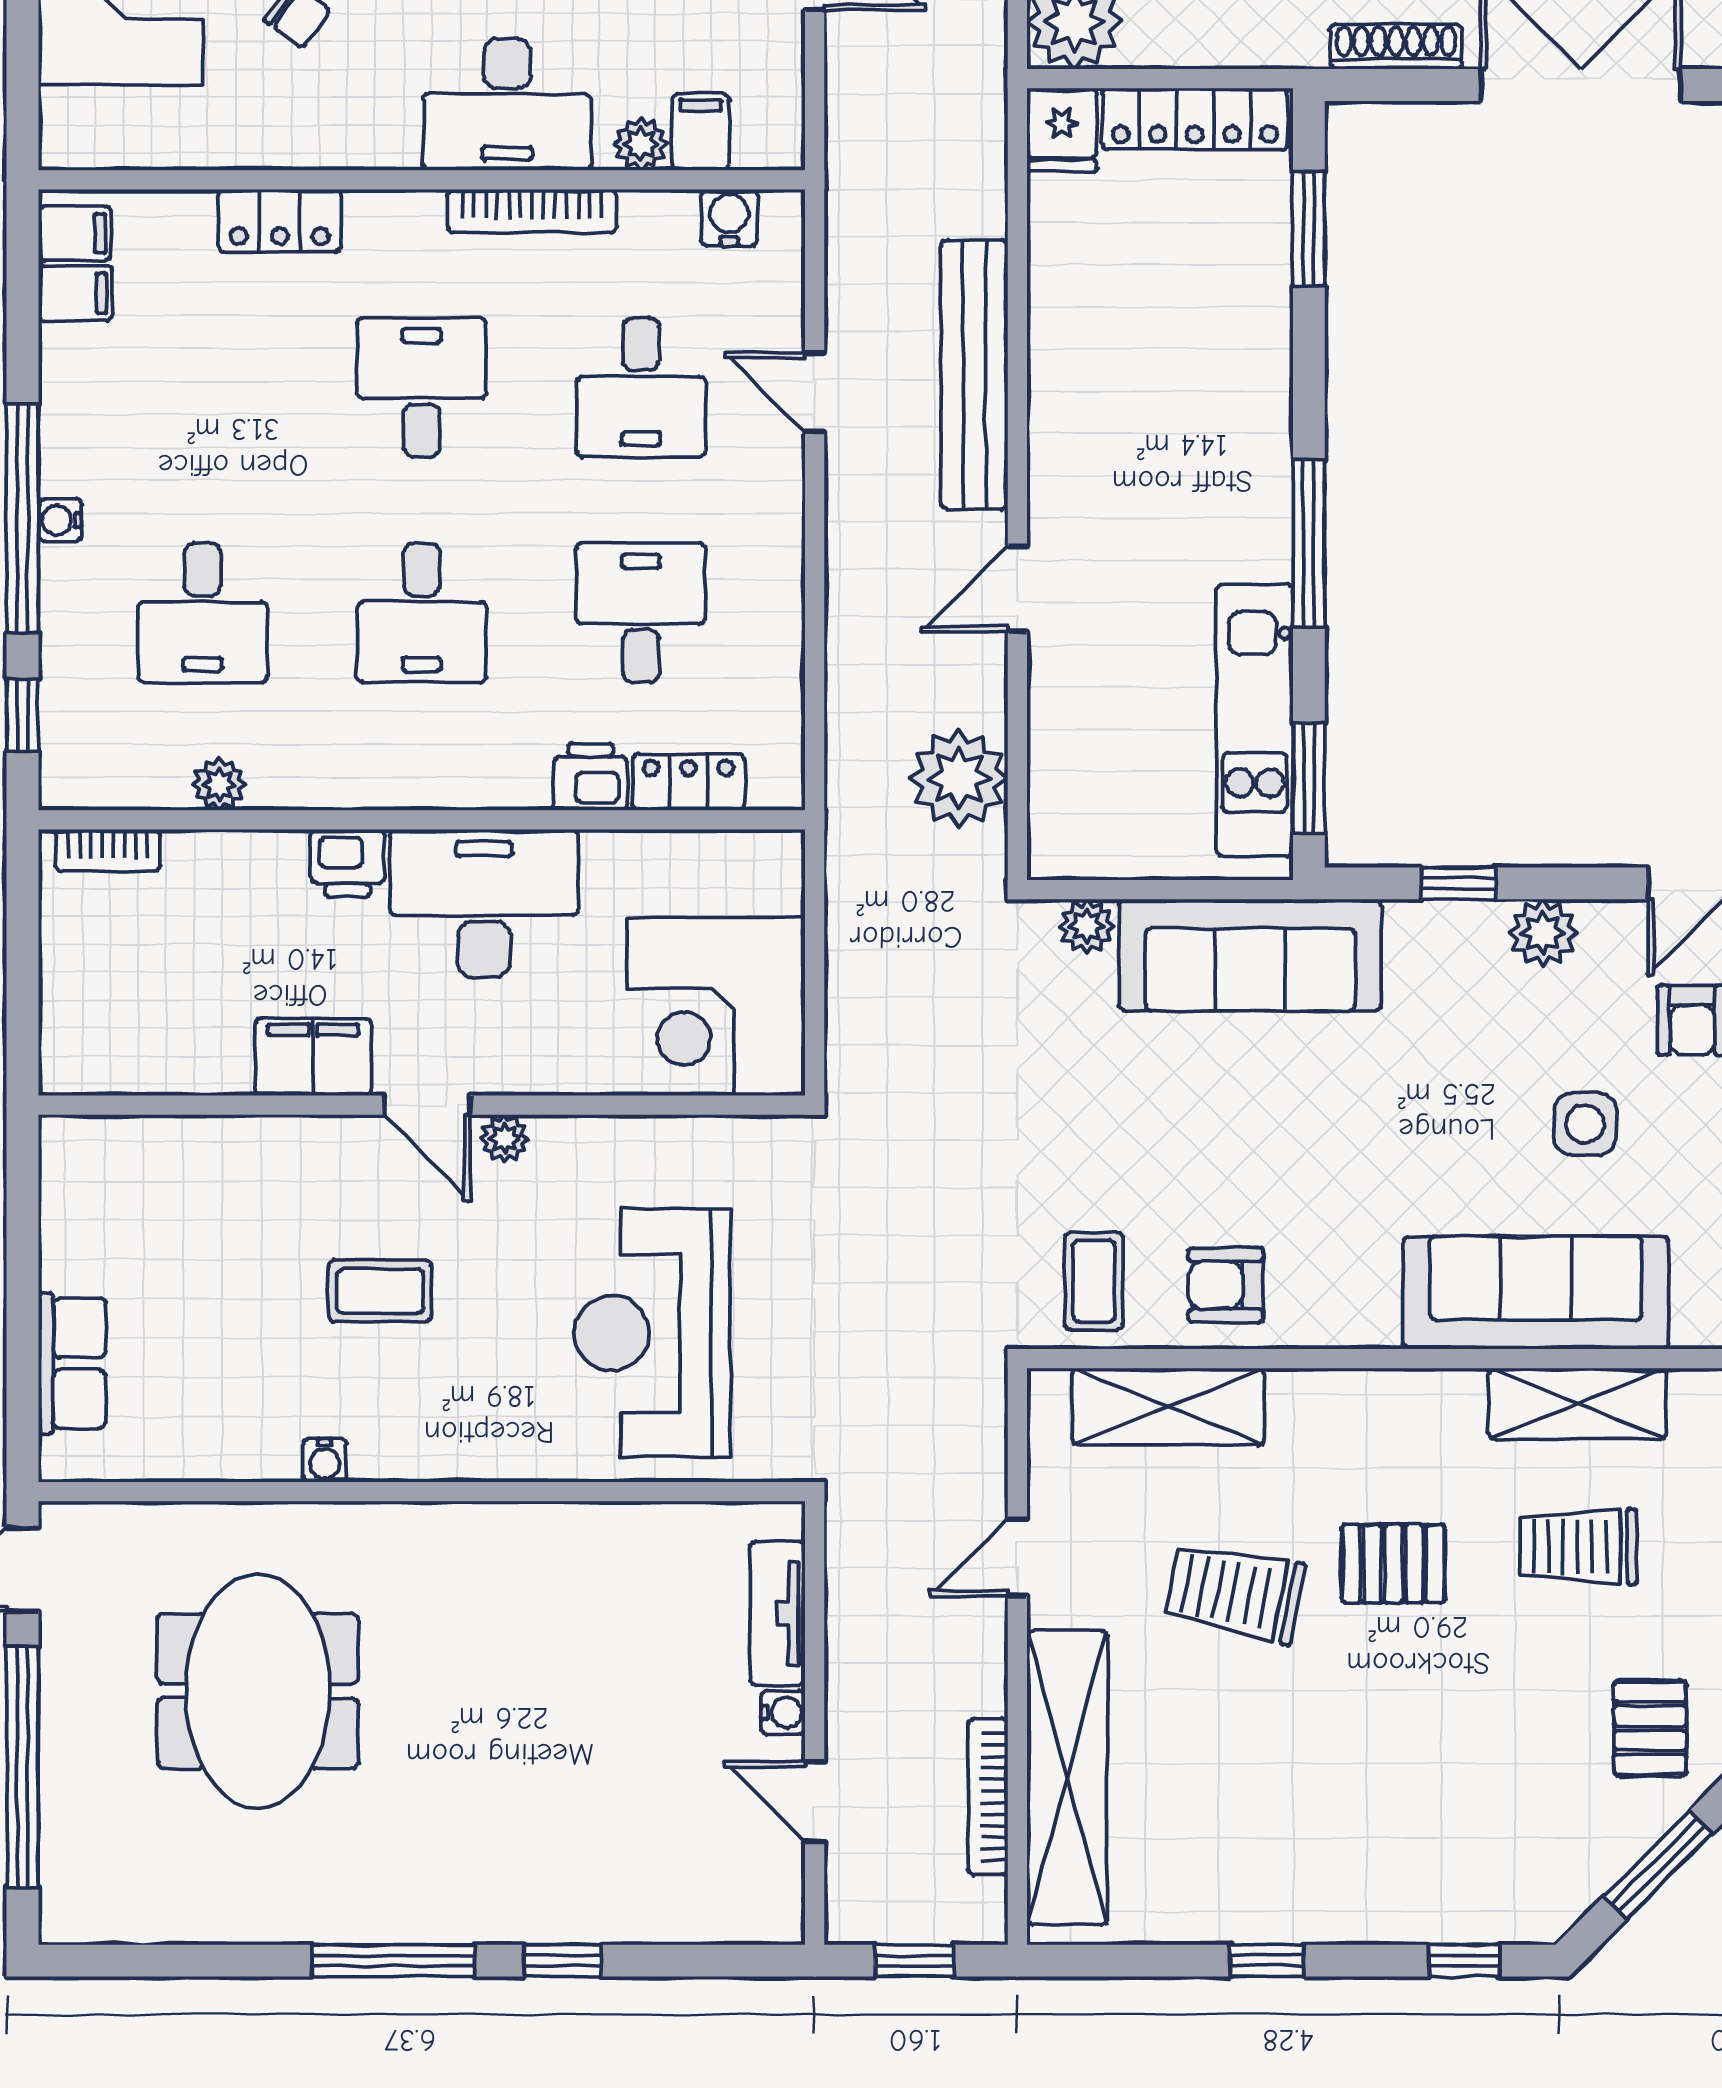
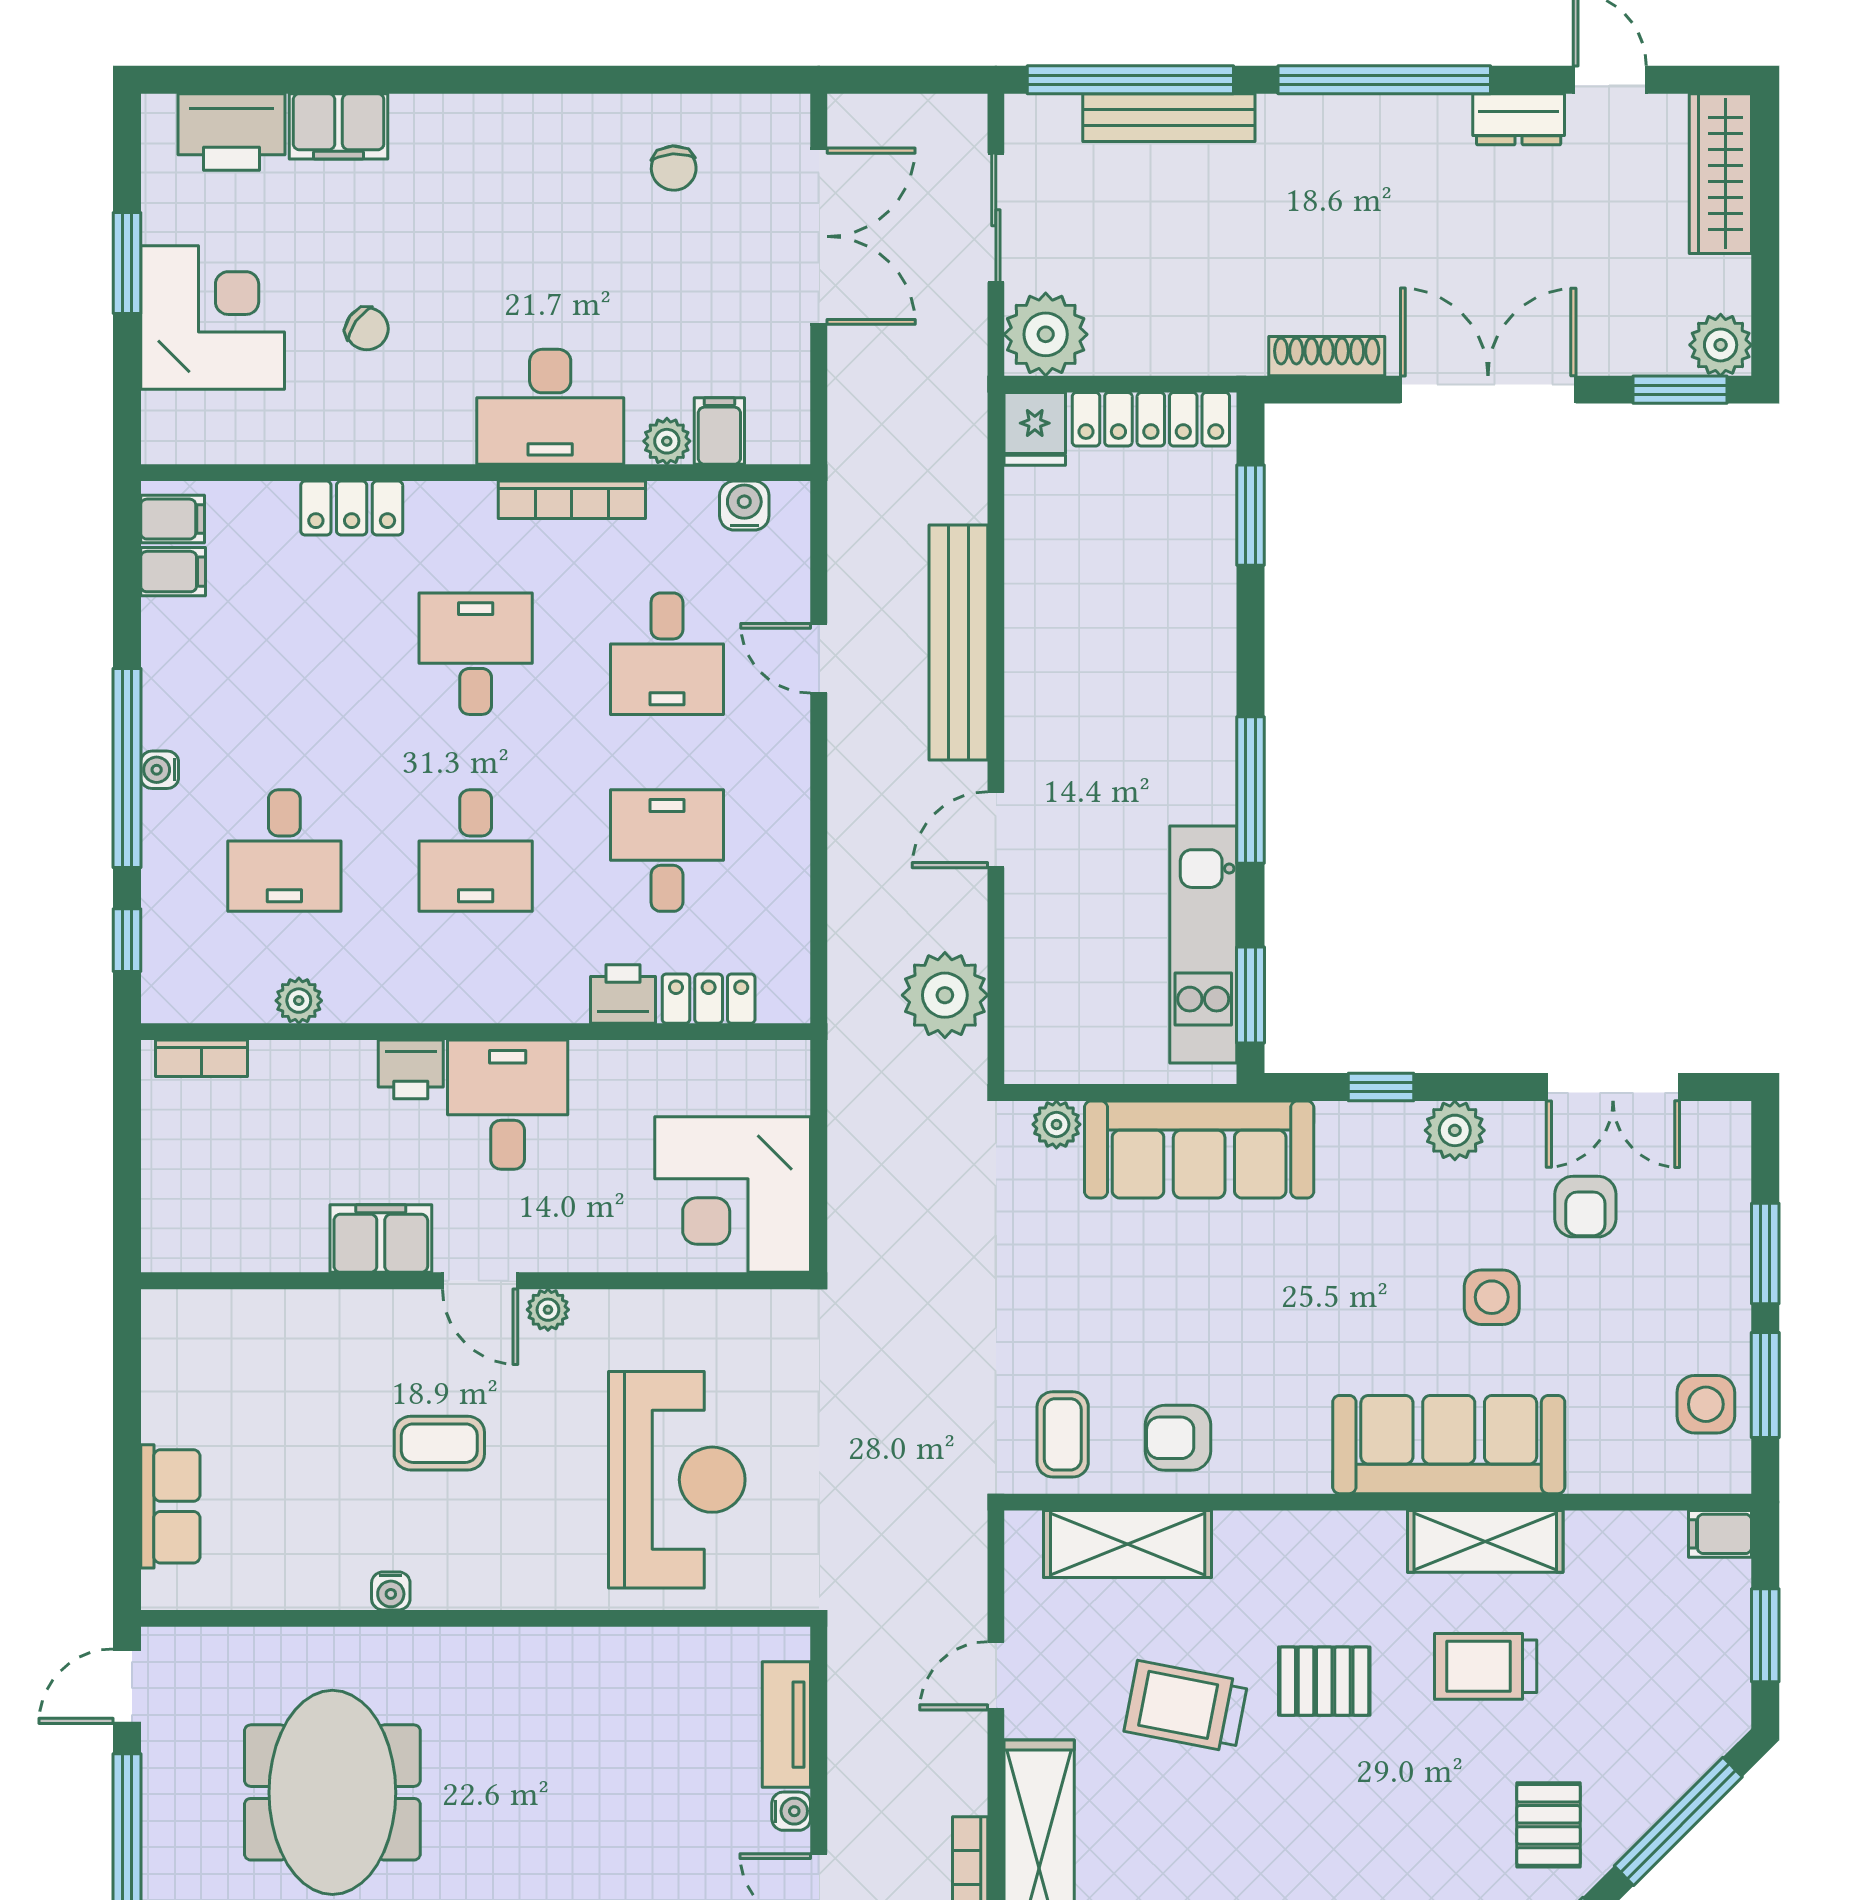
desk: (484, 904) -> (508, 1105), width x0.73
reception desk: (652, 1333) -> (677, 1480), turned 180

